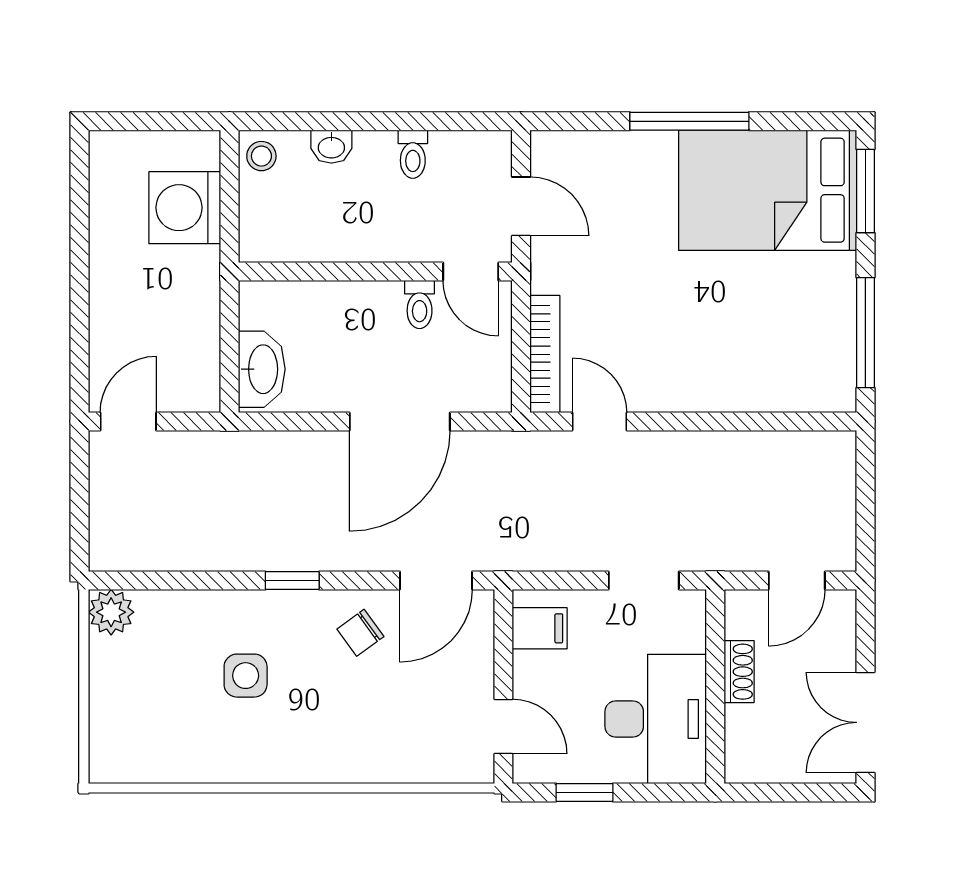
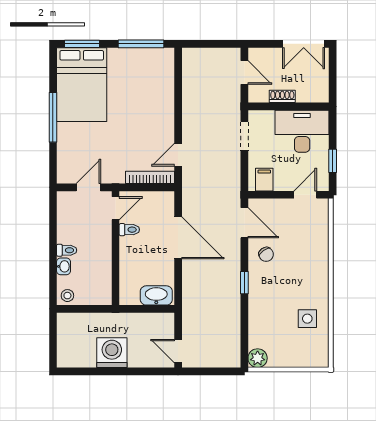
toilet: (413, 154) -> (67, 250), moved
washing machine: (185, 208) -> (112, 353), moved, turned 180
side table: (246, 676) -> (307, 319), moved

